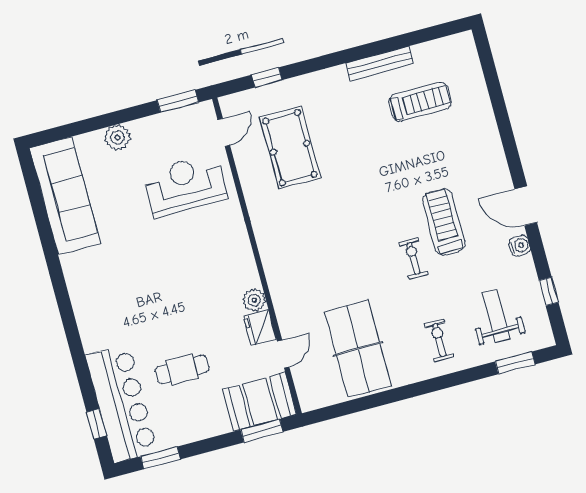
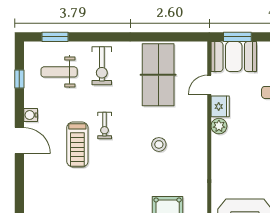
stool: (331, 252) -> (159, 144), added
weight bench: (496, 316) -> (59, 72), turned 90
exercise bike: (439, 340) -> (102, 66), width x1.38, depth x1.39

